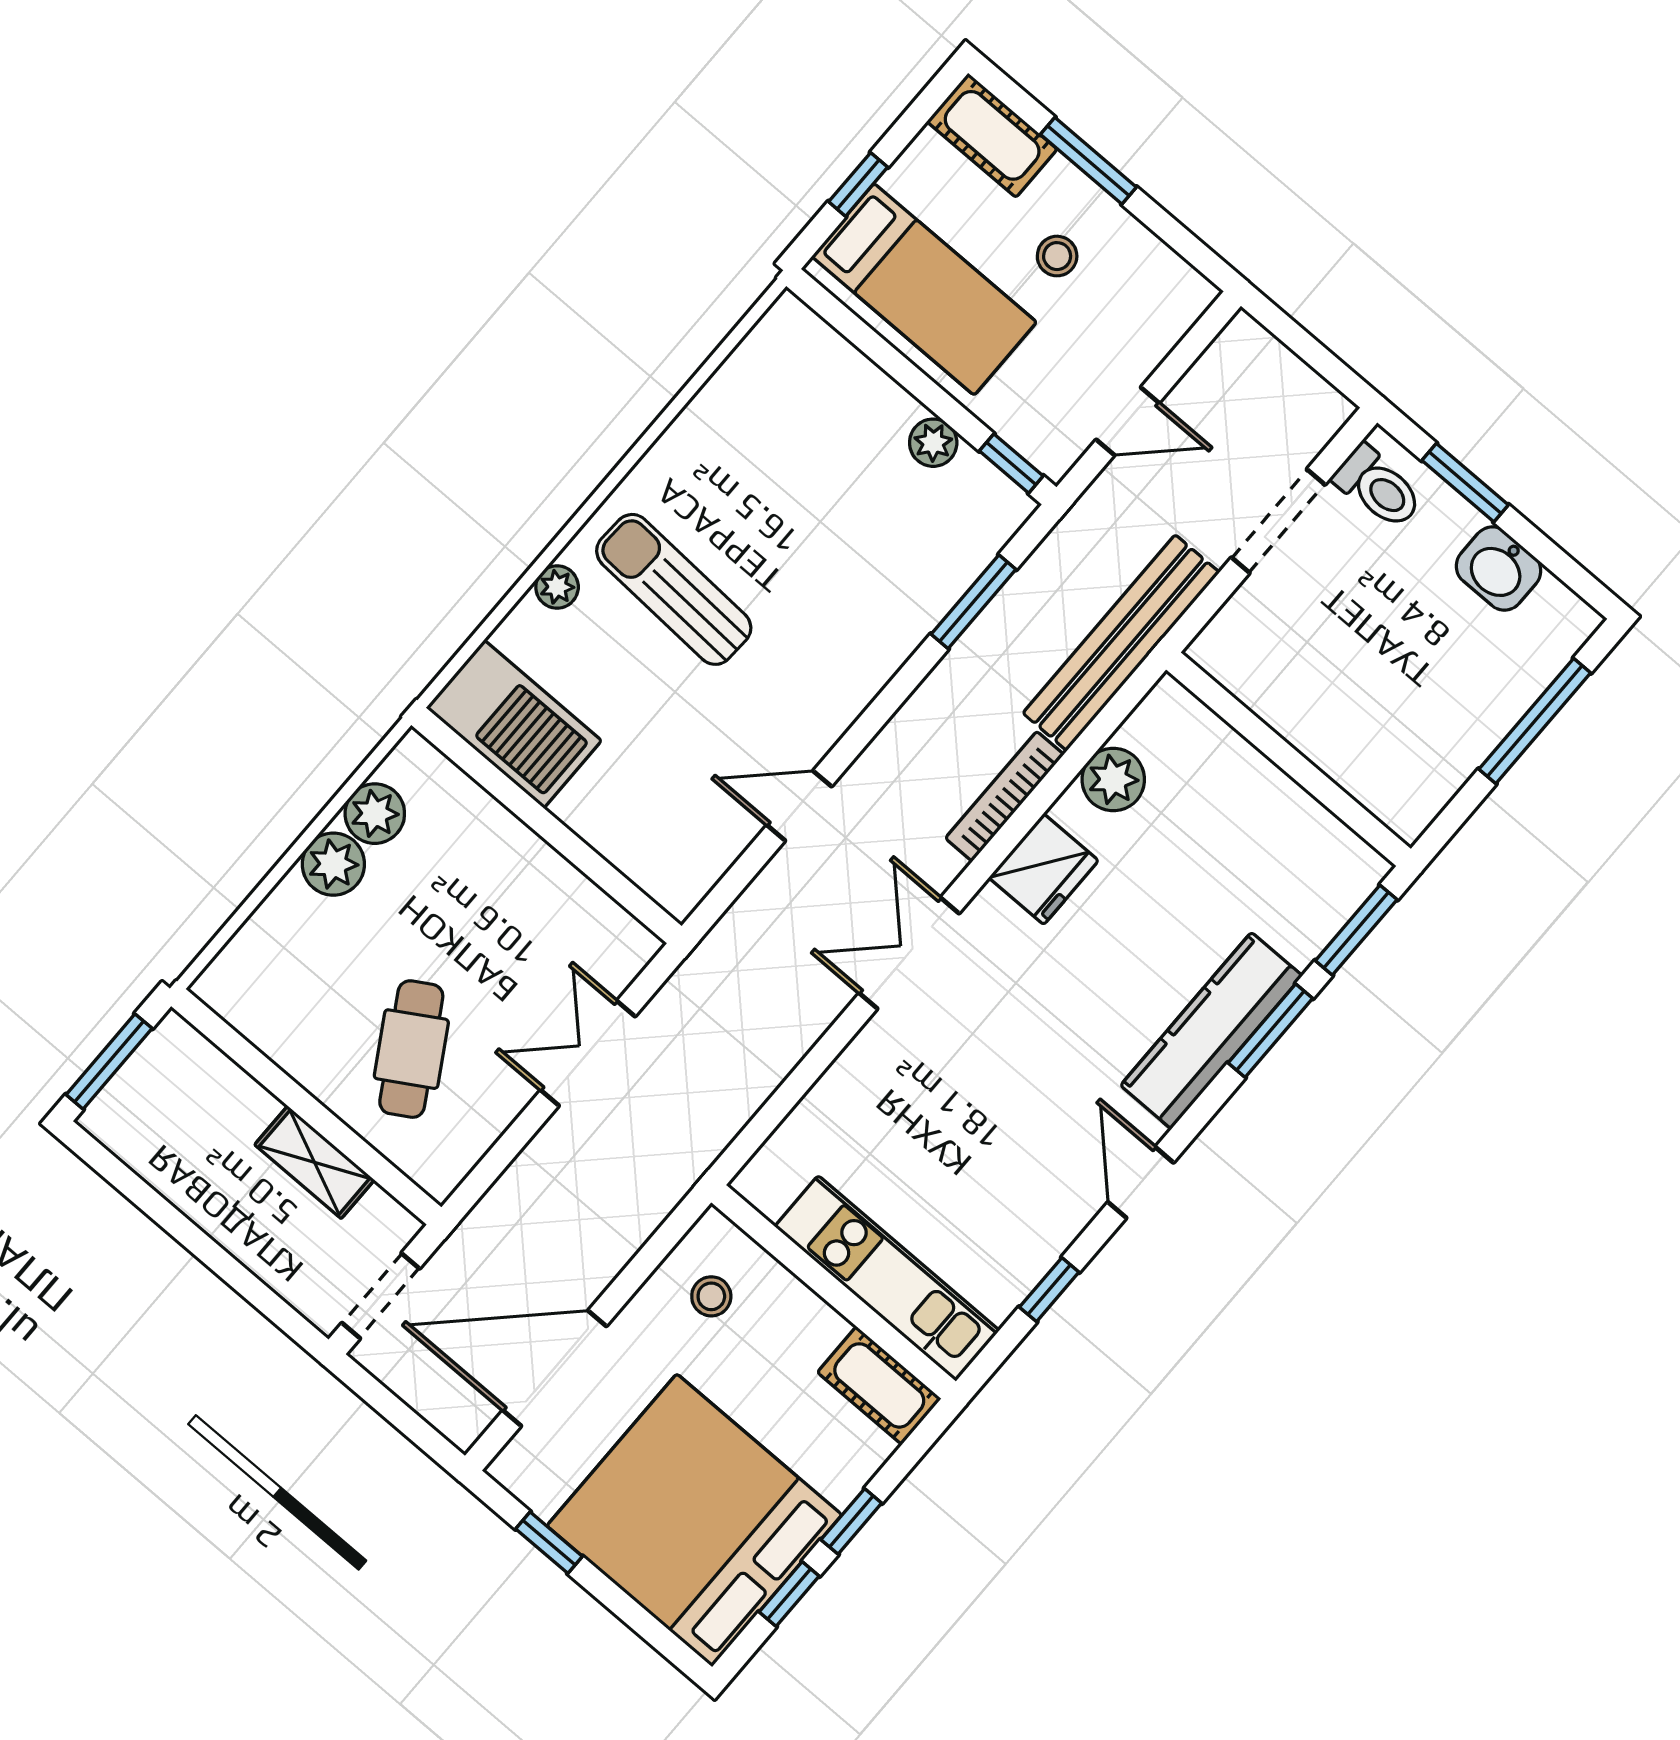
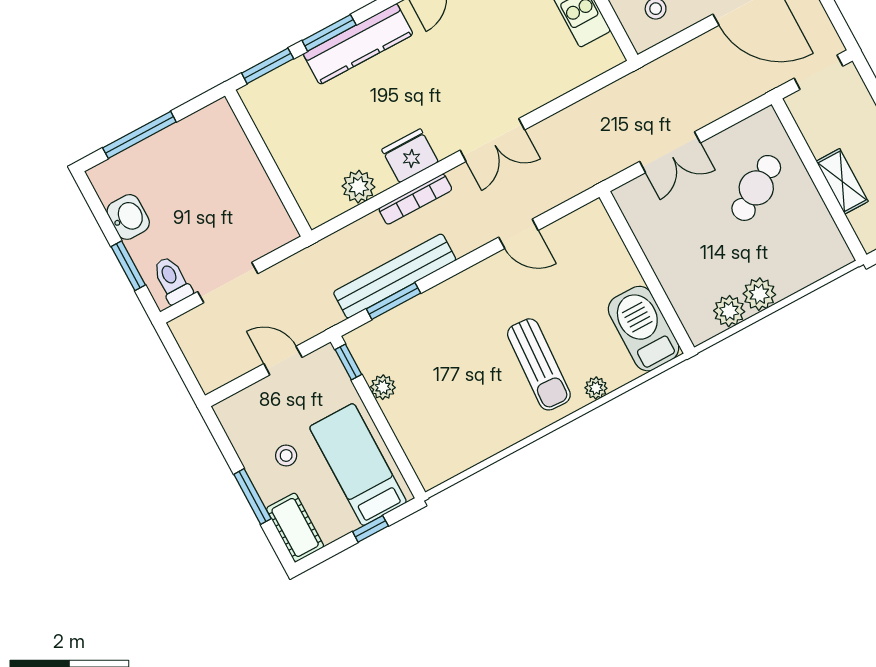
bench: (1121, 643) -> (395, 276), moved
shelving: (315, 1162) -> (842, 181), moved

